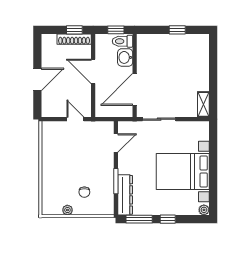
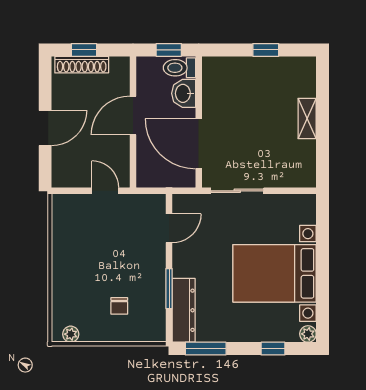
window: (74, 30) -> (84, 50), moved
shoe rack: (74, 39) -> (82, 65), moved
door: (93, 71) -> (133, 115), hinge flipped
door: (135, 89) -> (199, 144), hinge flipped
shelving: (203, 104) -> (307, 118), moved
plant: (67, 210) -> (71, 334), moved
window: (168, 219) -> (273, 349), moved

